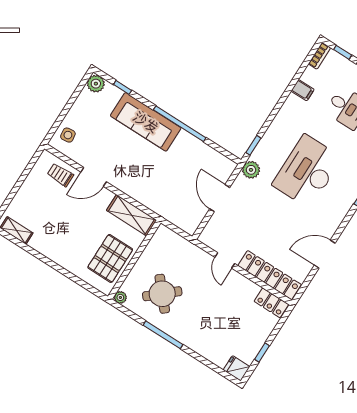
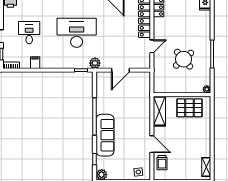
desk: (307, 171) -> (77, 33), turned 180
round table: (162, 294) -> (184, 59), moved

